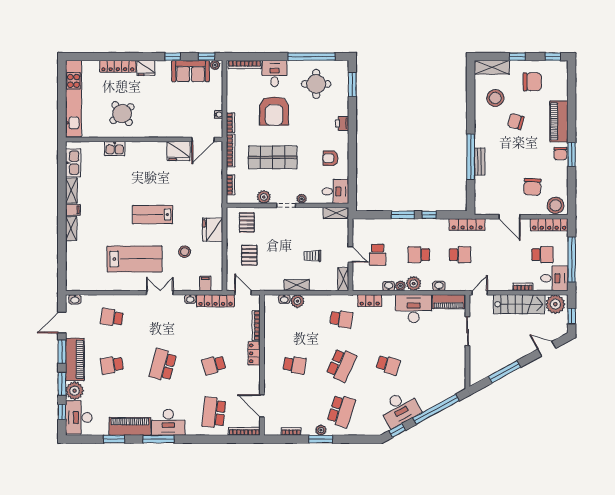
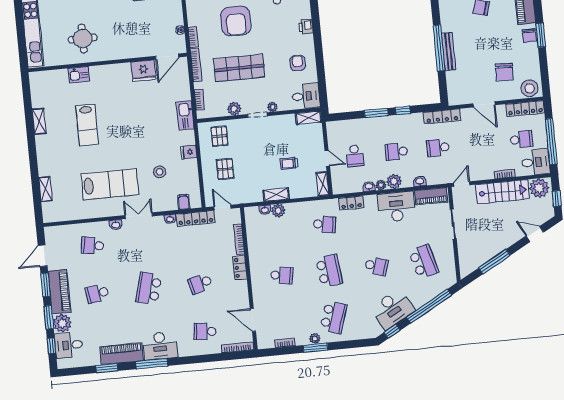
round table: (122, 114) -> (83, 39), turned 38
armchair: (331, 158) -> (298, 63), turned 89
bench: (480, 161) -> (449, 51), width x1.36
kitchen sink: (73, 163) -> (185, 115), moved, turned 180
filing cabinet: (73, 210) -> (43, 141), removed
lab bench: (153, 215) -> (87, 125), moved, turned -90
shelving: (71, 229) -> (45, 189), moved
fridge: (213, 230) -> (189, 152), width x0.53, depth x0.75
school desk: (460, 255) -> (438, 148), turned 180
washbasin: (75, 299) -> (116, 225), moved
school desk: (341, 365) -> (329, 271), turned -30
school desk: (435, 365) -> (424, 261), added
school desk: (214, 413) -> (205, 331), width x0.54
desk: (79, 417) -> (69, 345), width x0.73

